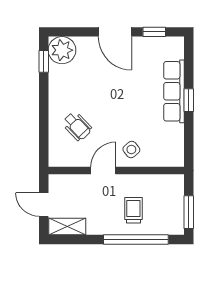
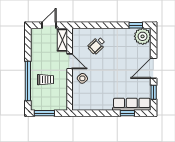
row of seats: (174, 91) -> (132, 104), moved
window: (189, 100) -> (127, 113), moved
shelving: (67, 227) -> (62, 40), moved

